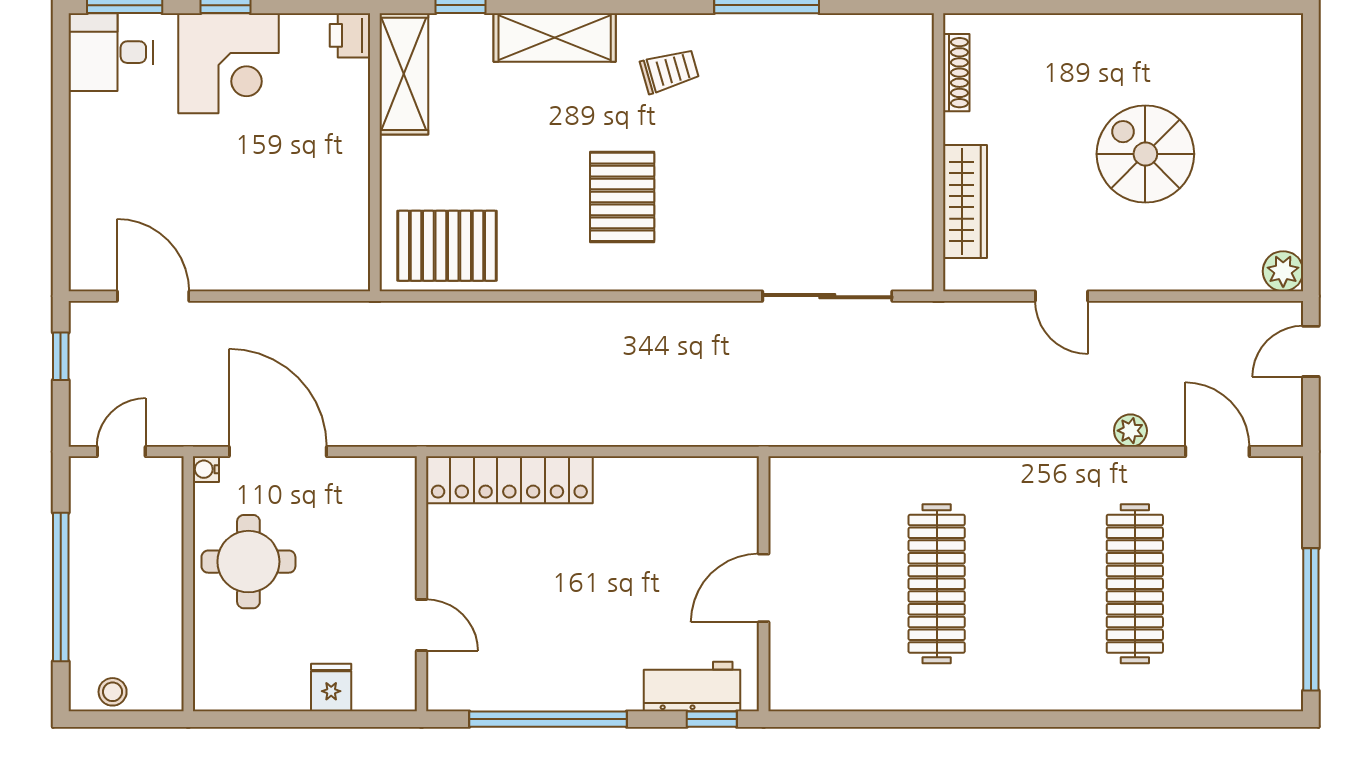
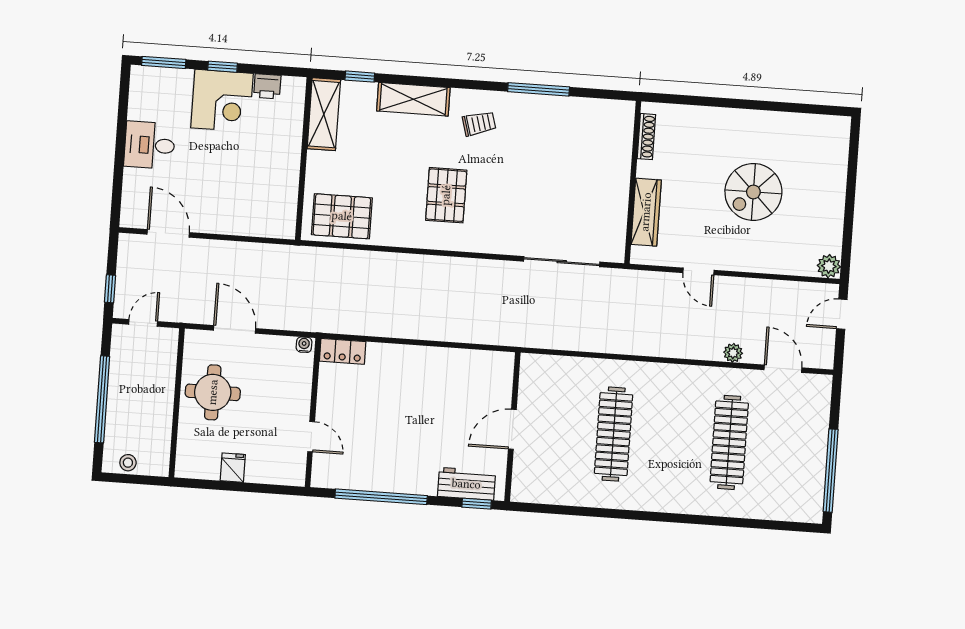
printer: (350, 35) -> (267, 86), moved, turned -90
desk: (111, 52) -> (150, 145), moved
spiral stairs: (1145, 154) -> (753, 192), turned -90
window: (61, 356) -> (110, 289), moved
door: (278, 452) -> (235, 329), width x0.73
water cooler: (206, 469) -> (304, 345), moved, turned 90
locker: (509, 480) -> (343, 351), width x0.46, depth x0.83
fridge: (331, 687) -> (233, 468), moved

